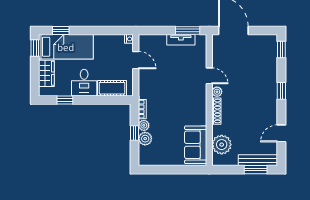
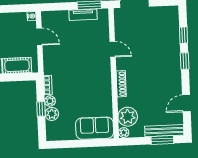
window: (281, 50) -> (183, 35), moved
plant: (217, 92) -> (124, 133), moved
sofa: (196, 145) -> (95, 128), moved, turned 90

